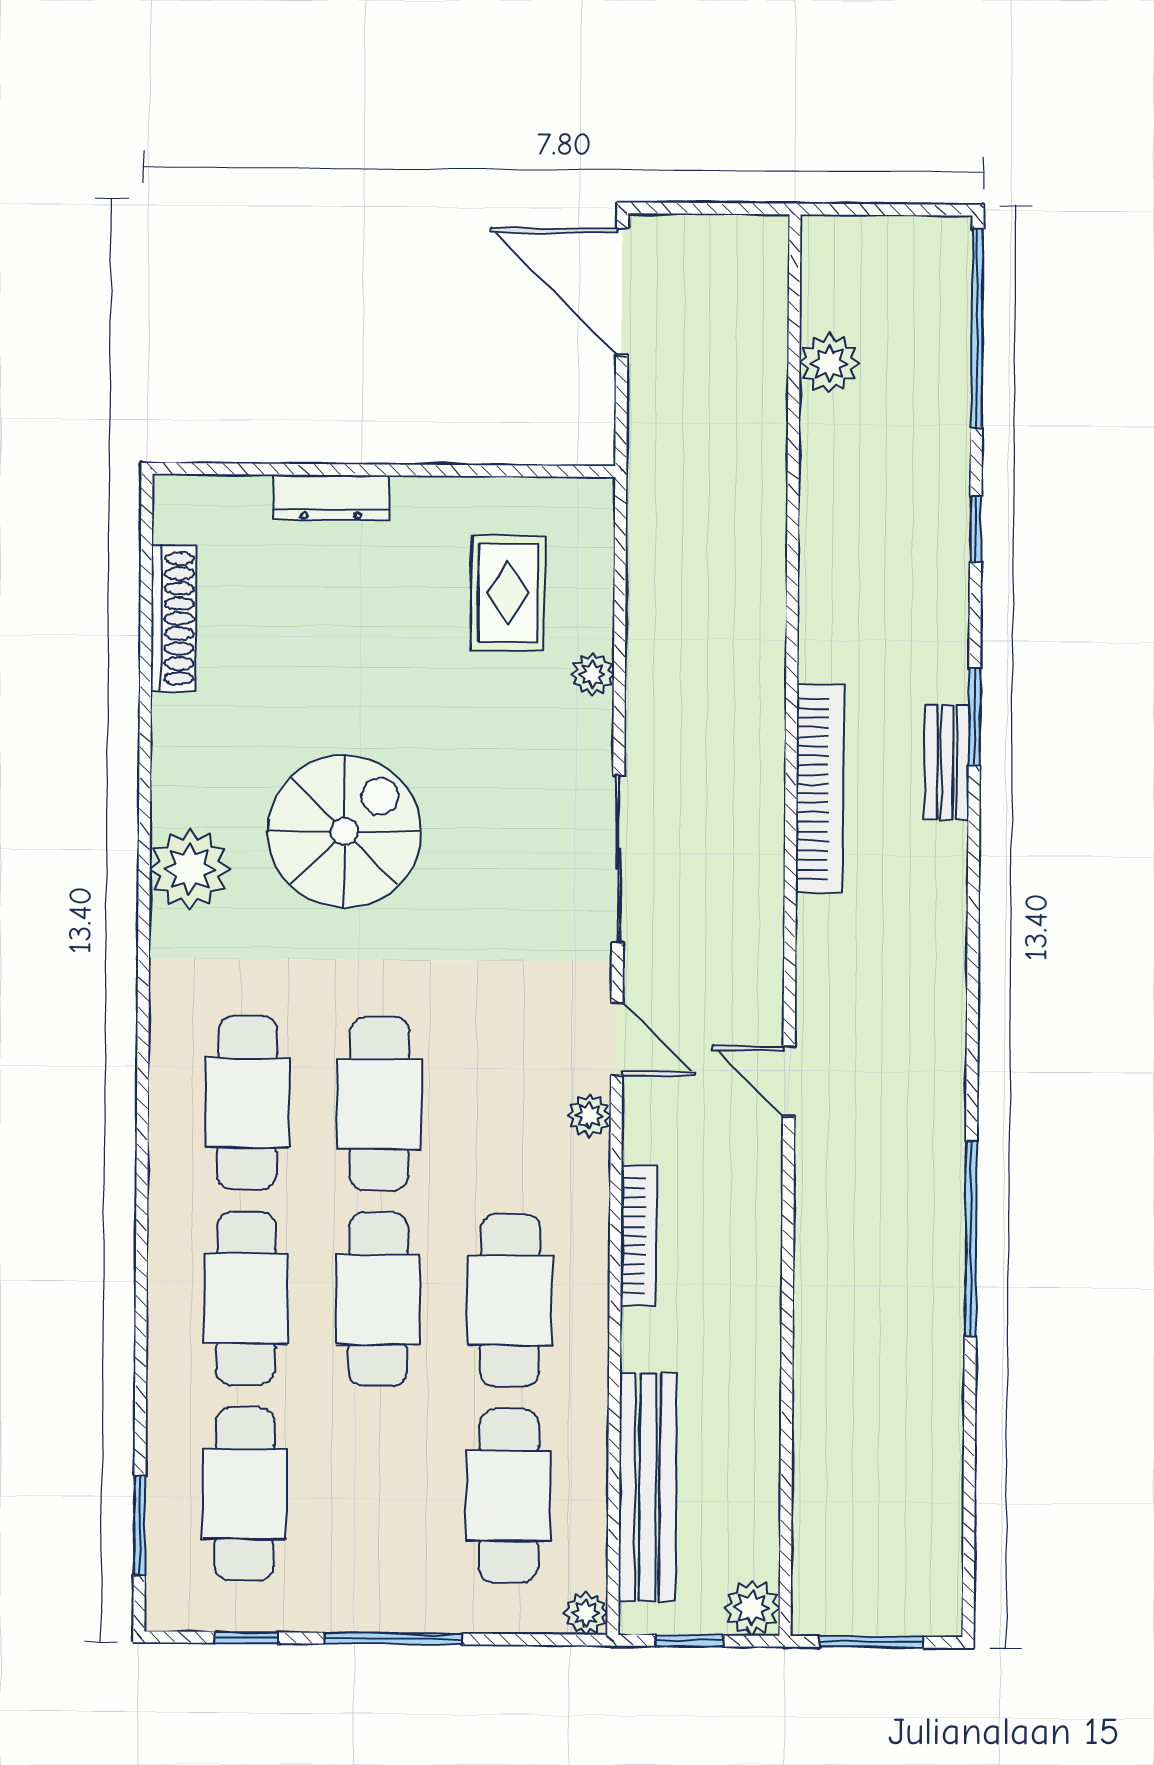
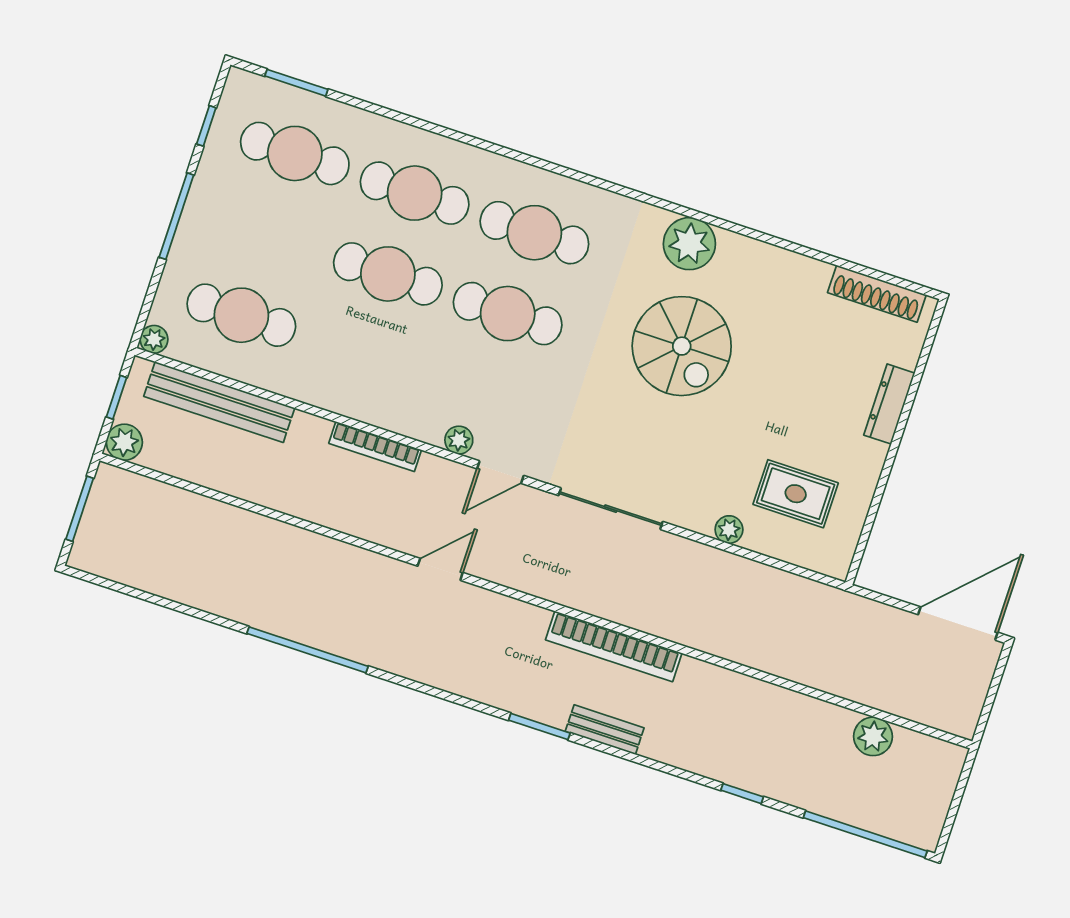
shoe rack: (174, 618) -> (877, 294), moved
window: (975, 717) -> (539, 727), moved
cafe table: (510, 1300) -> (361, 355), removed

